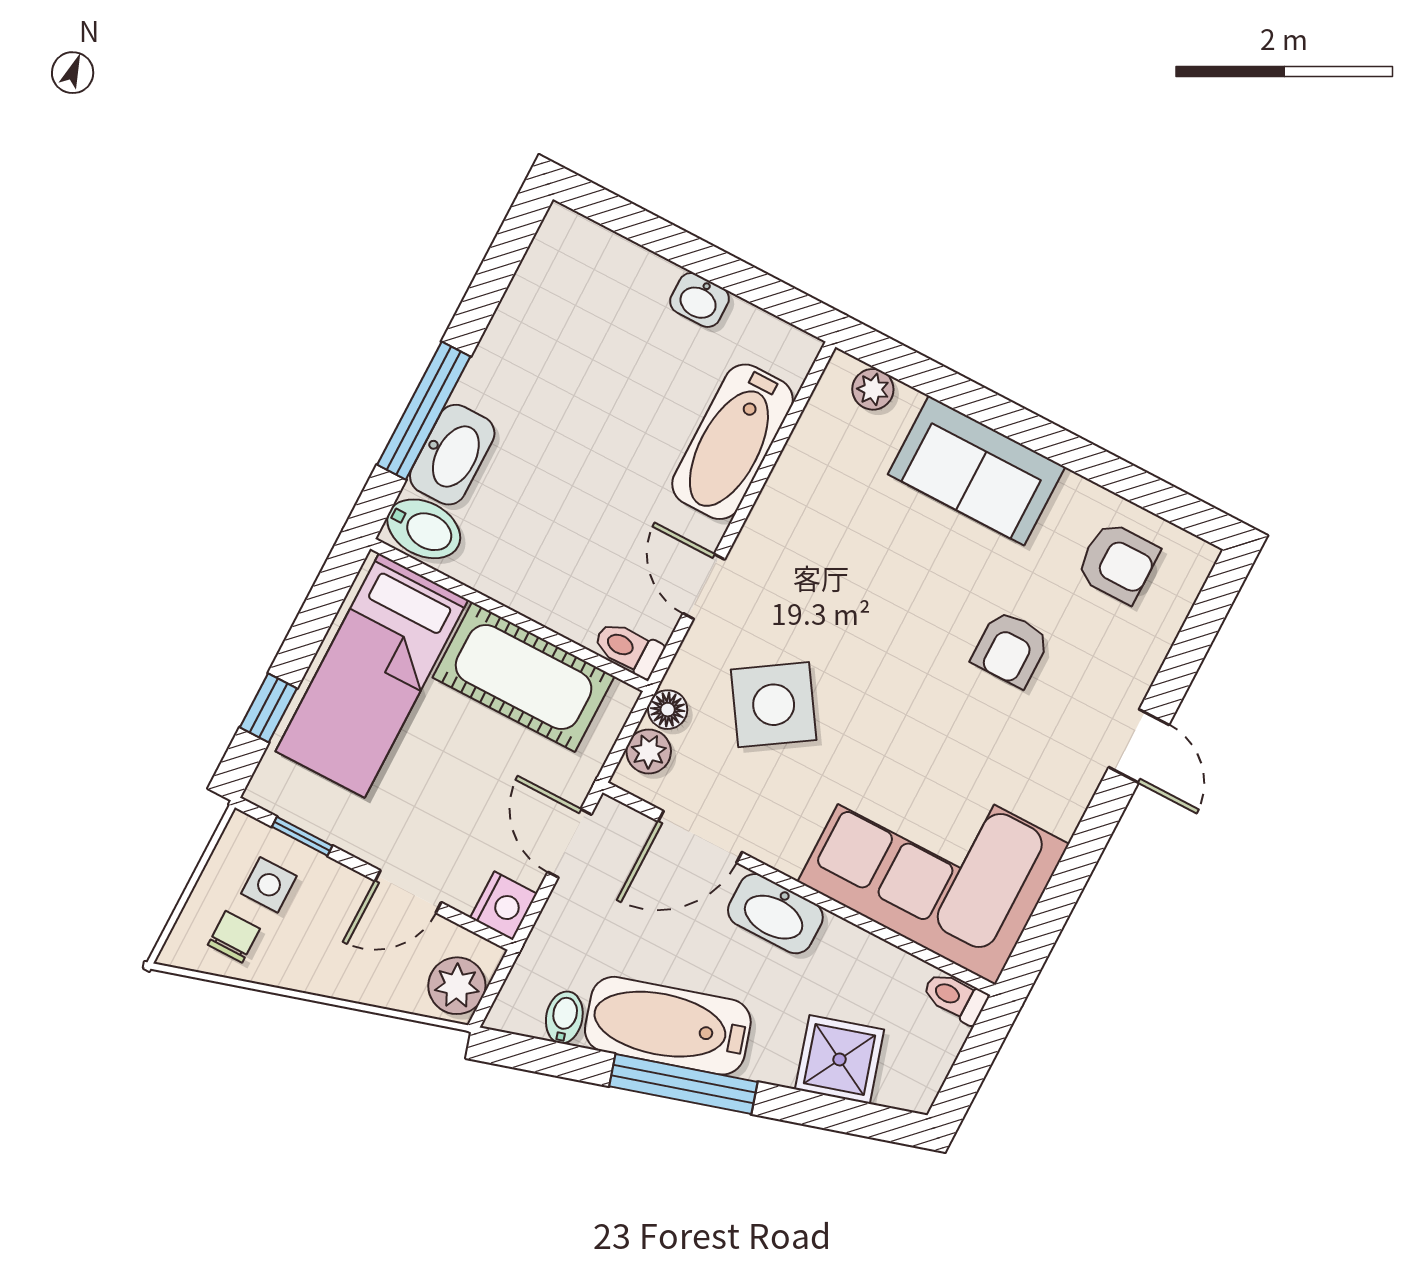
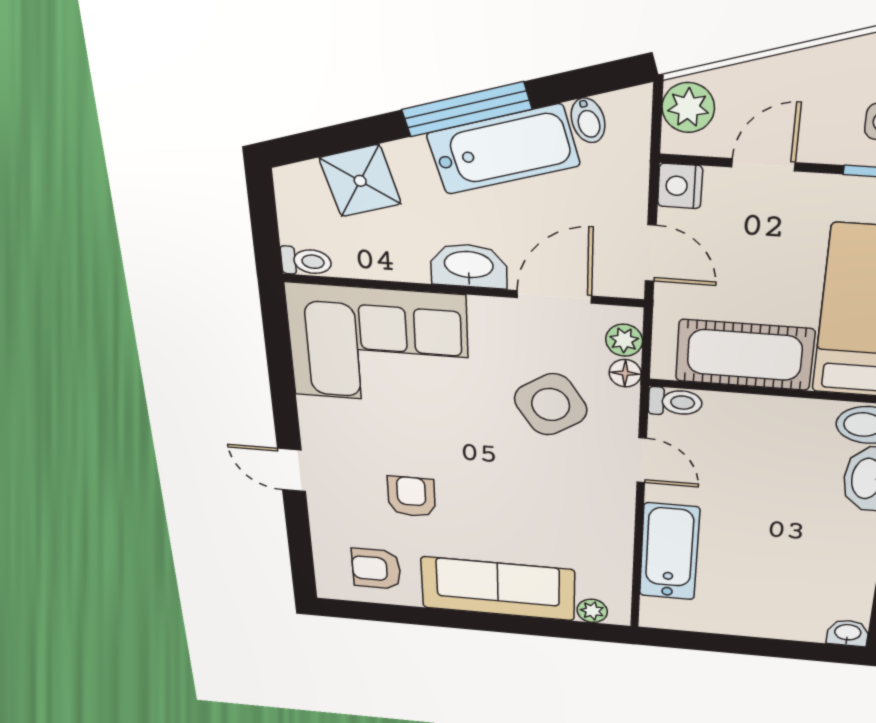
washbasin: (699, 300) -> (848, 633), moved
sofa: (977, 471) -> (498, 589), width x1.36

